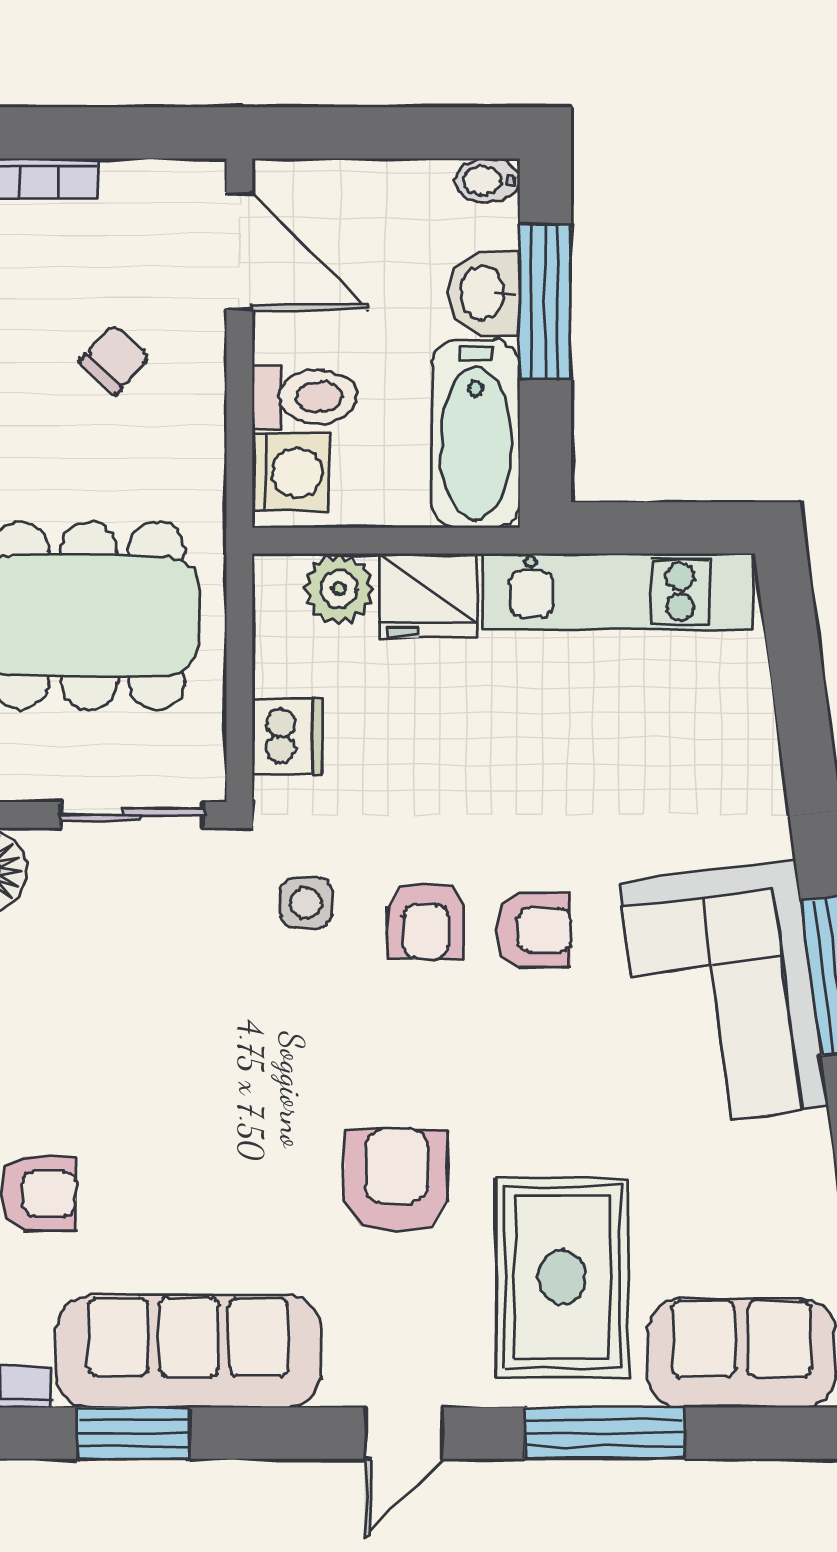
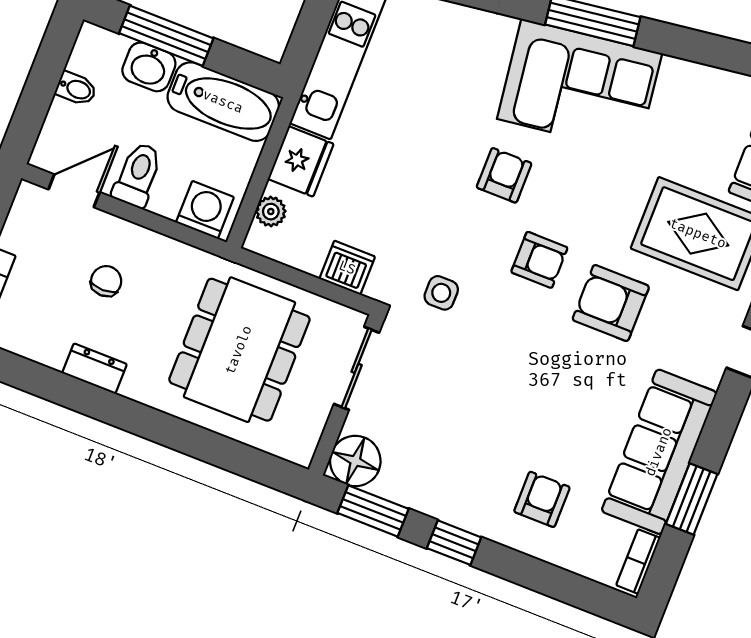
bidet: (487, 180) -> (76, 89), moved, turned -90
door: (239, 251) -> (74, 191), width x0.73
chair: (115, 359) -> (106, 281), turned 47
toilet: (305, 397) -> (138, 175), moved
plant: (339, 589) -> (271, 212), width x0.73, depth x0.73
armchair: (426, 921) -> (539, 260), moved

